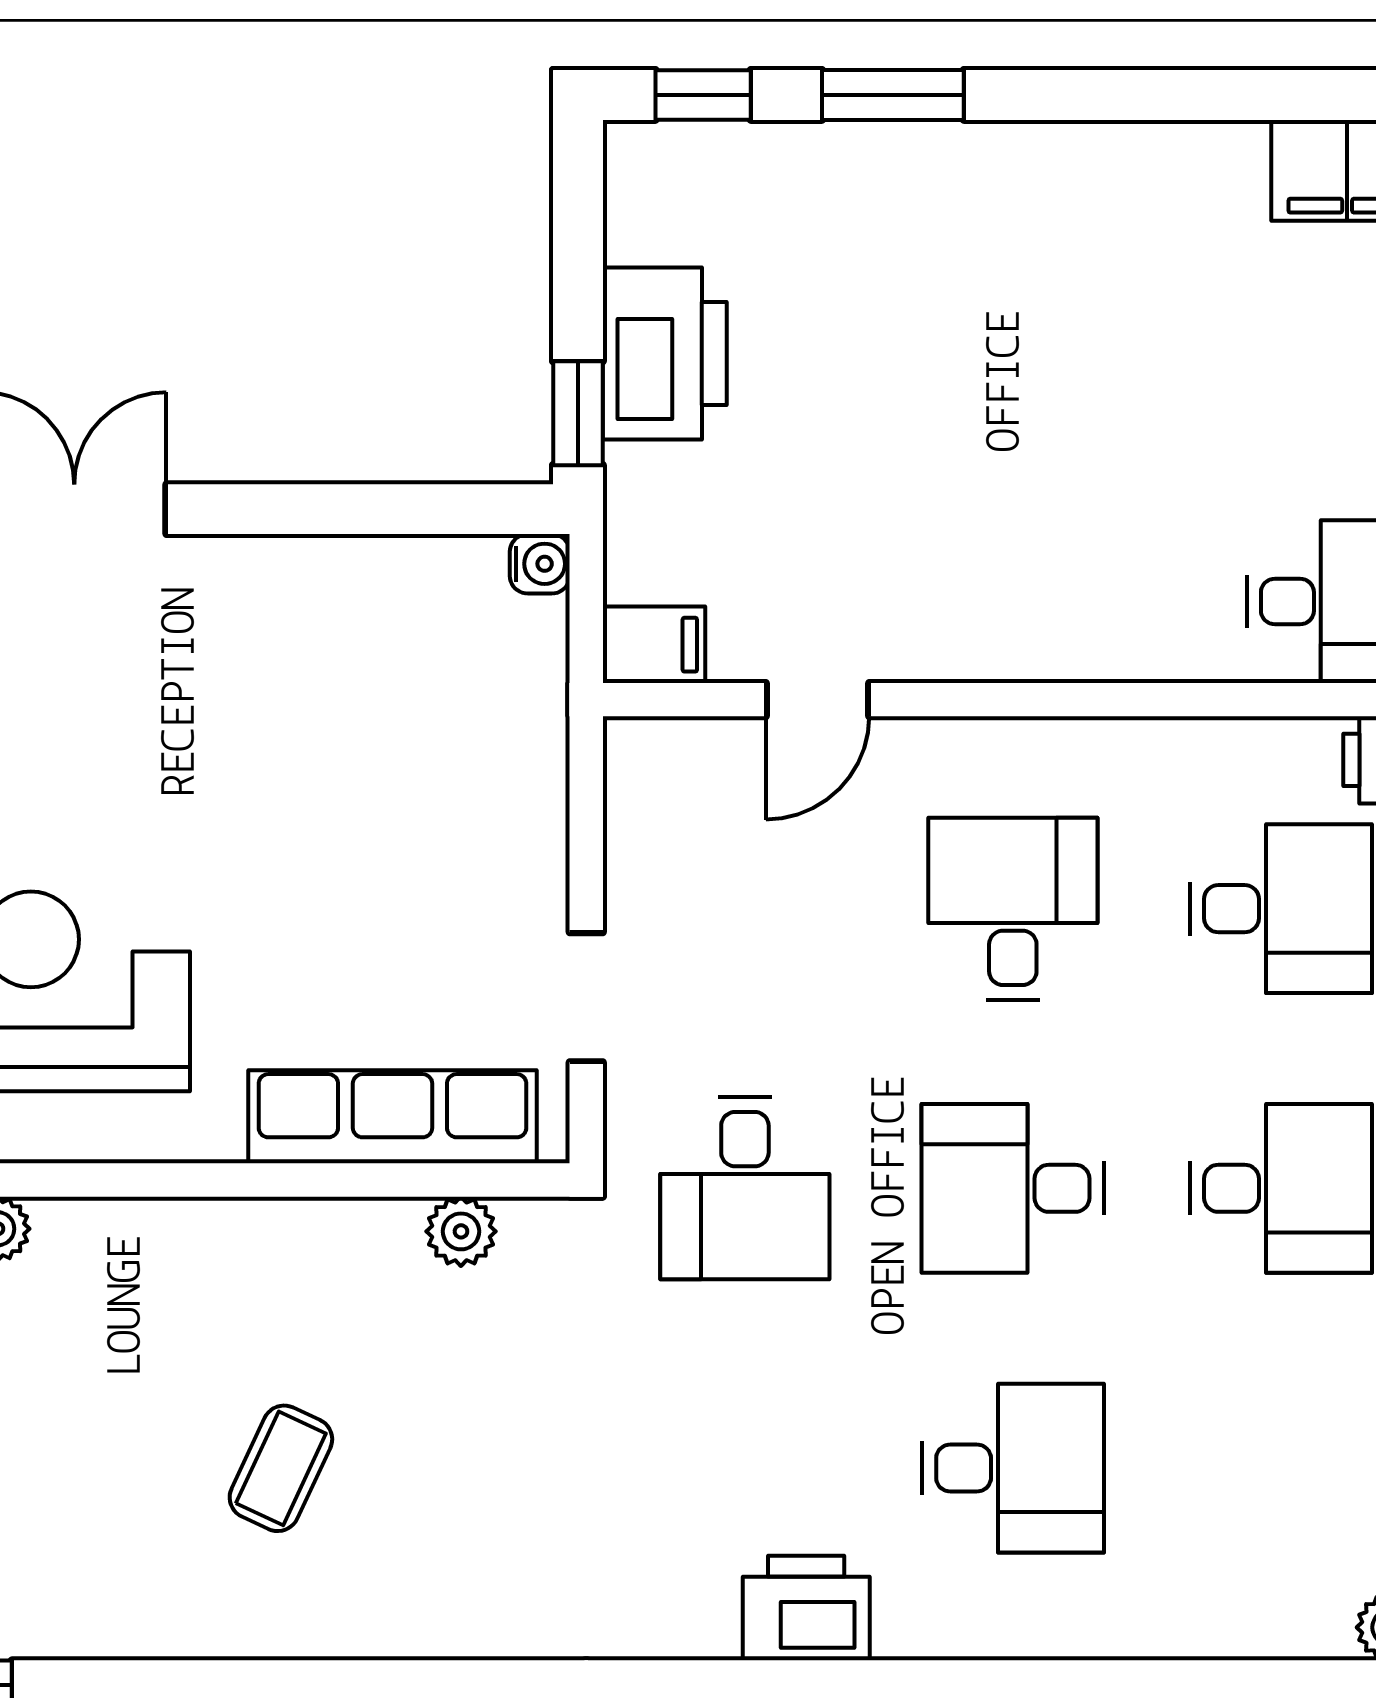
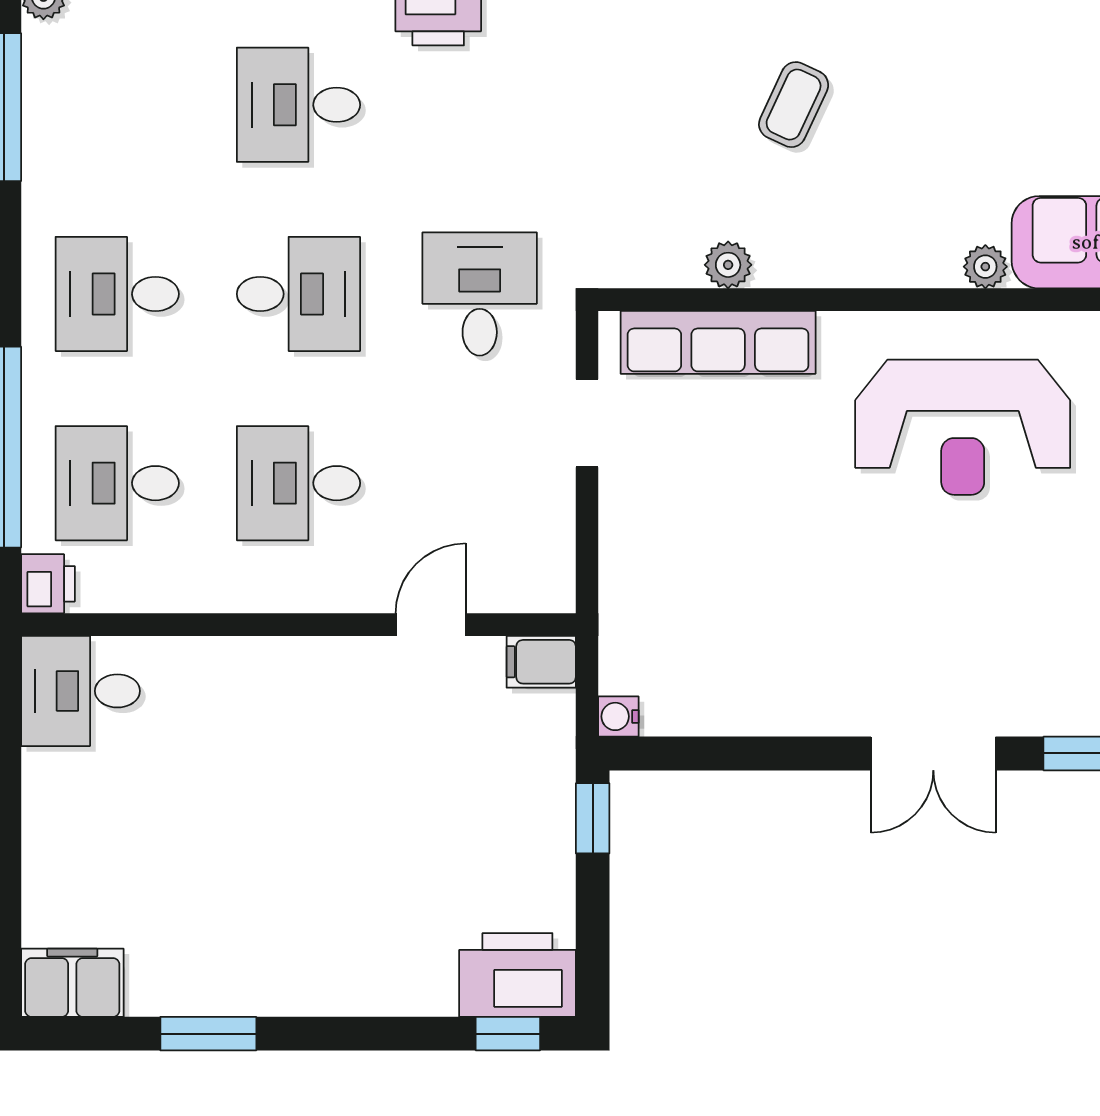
window: (893, 95) -> (208, 1034), moved
printer: (665, 353) -> (517, 975), moved, turned 90
desk: (1013, 909) -> (298, 483), turned 90
plant: (461, 1231) -> (728, 265), moved

